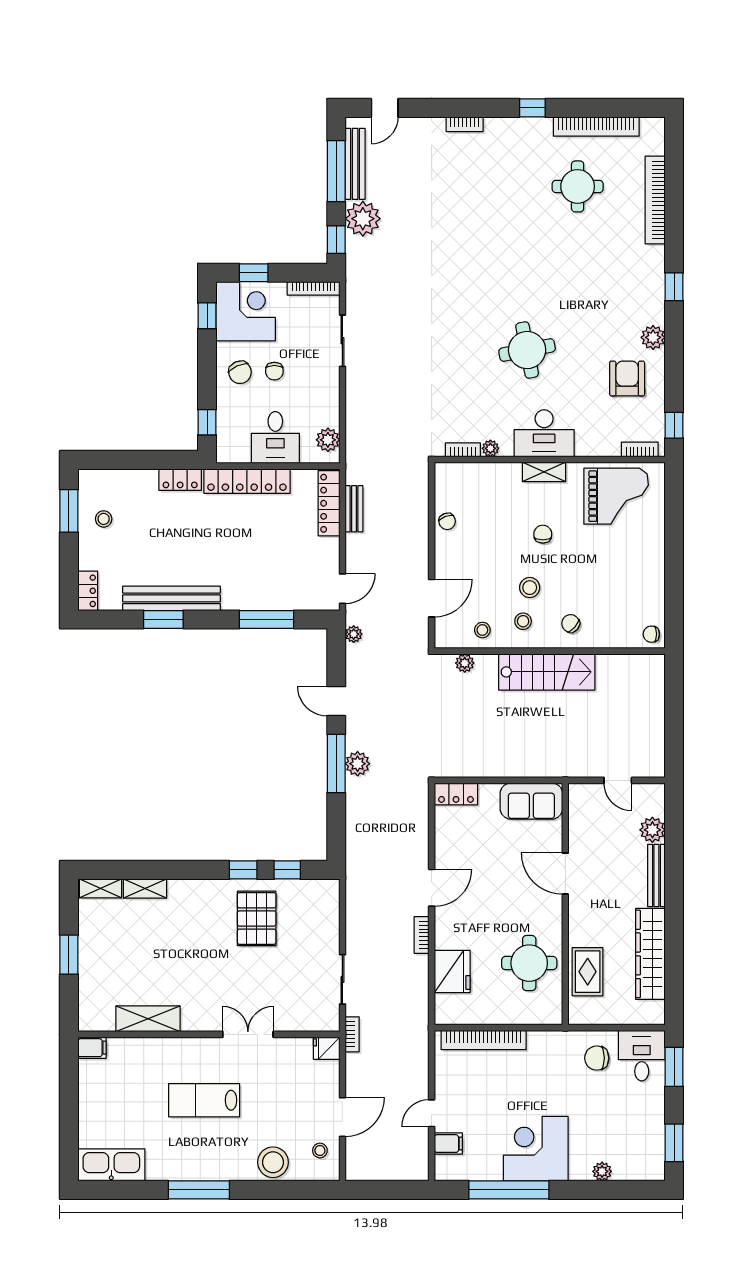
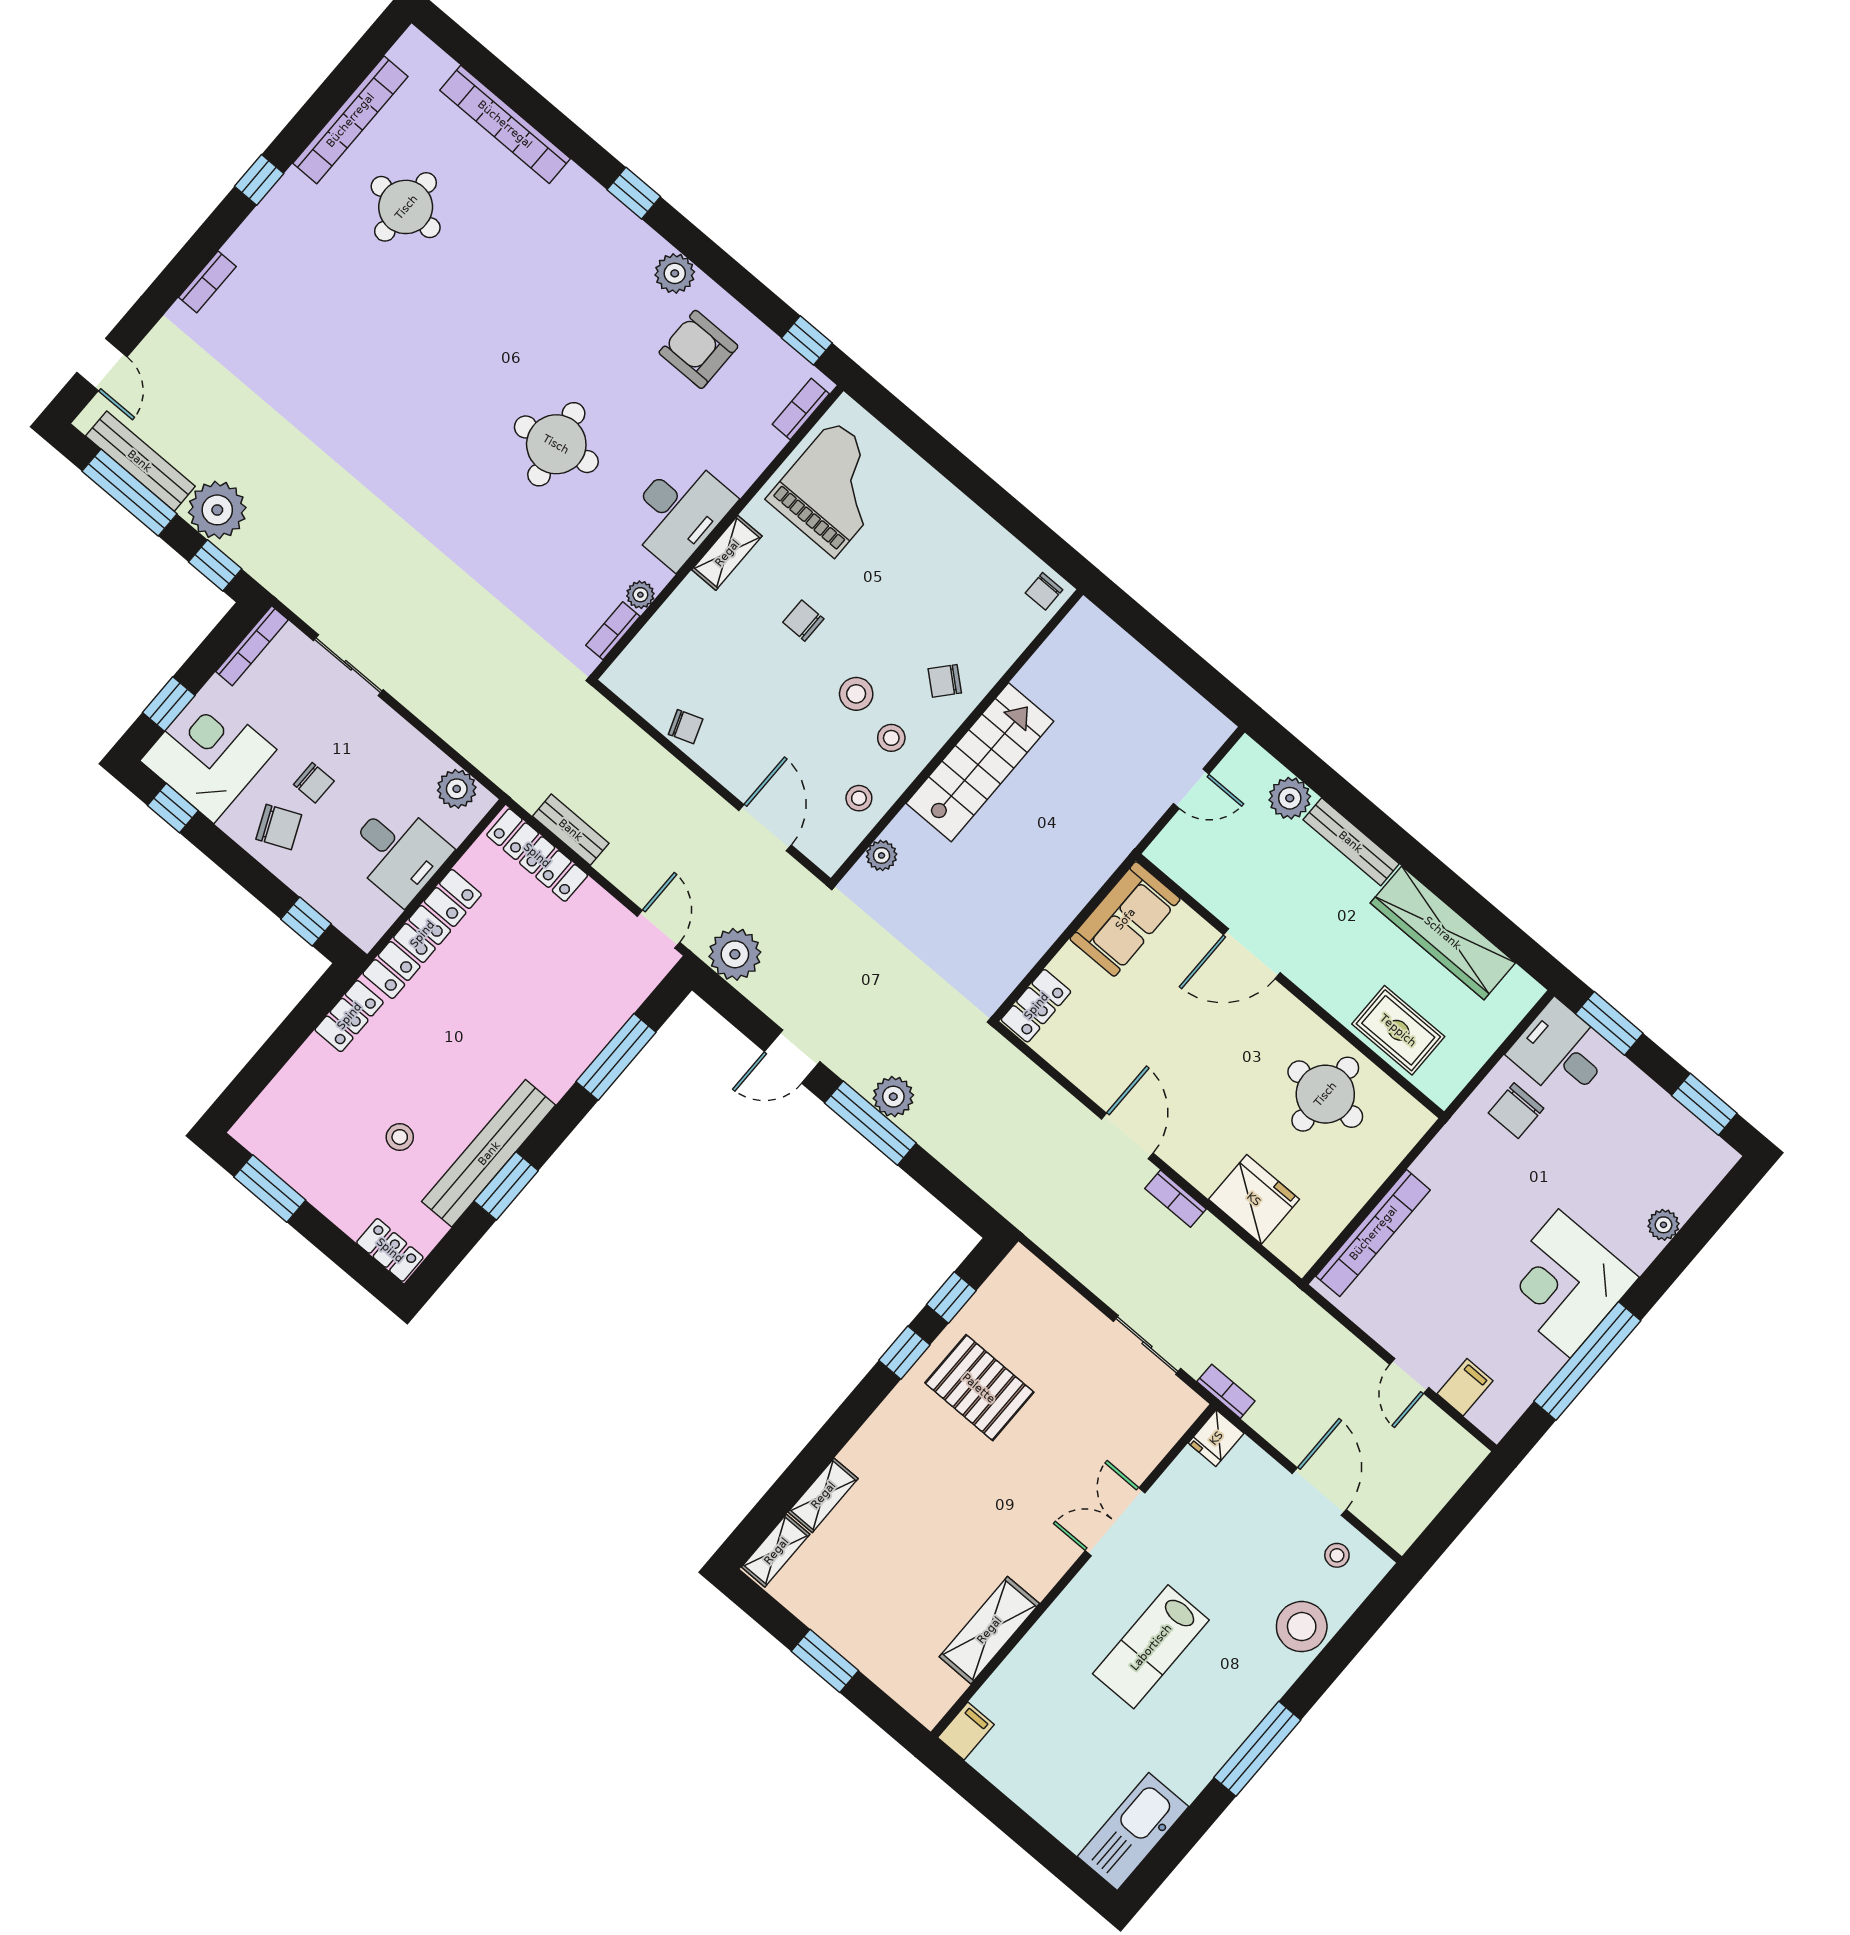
stool: (104, 519) -> (400, 1137), moved
plant: (354, 634) -> (735, 954), width x1.88, depth x1.88

